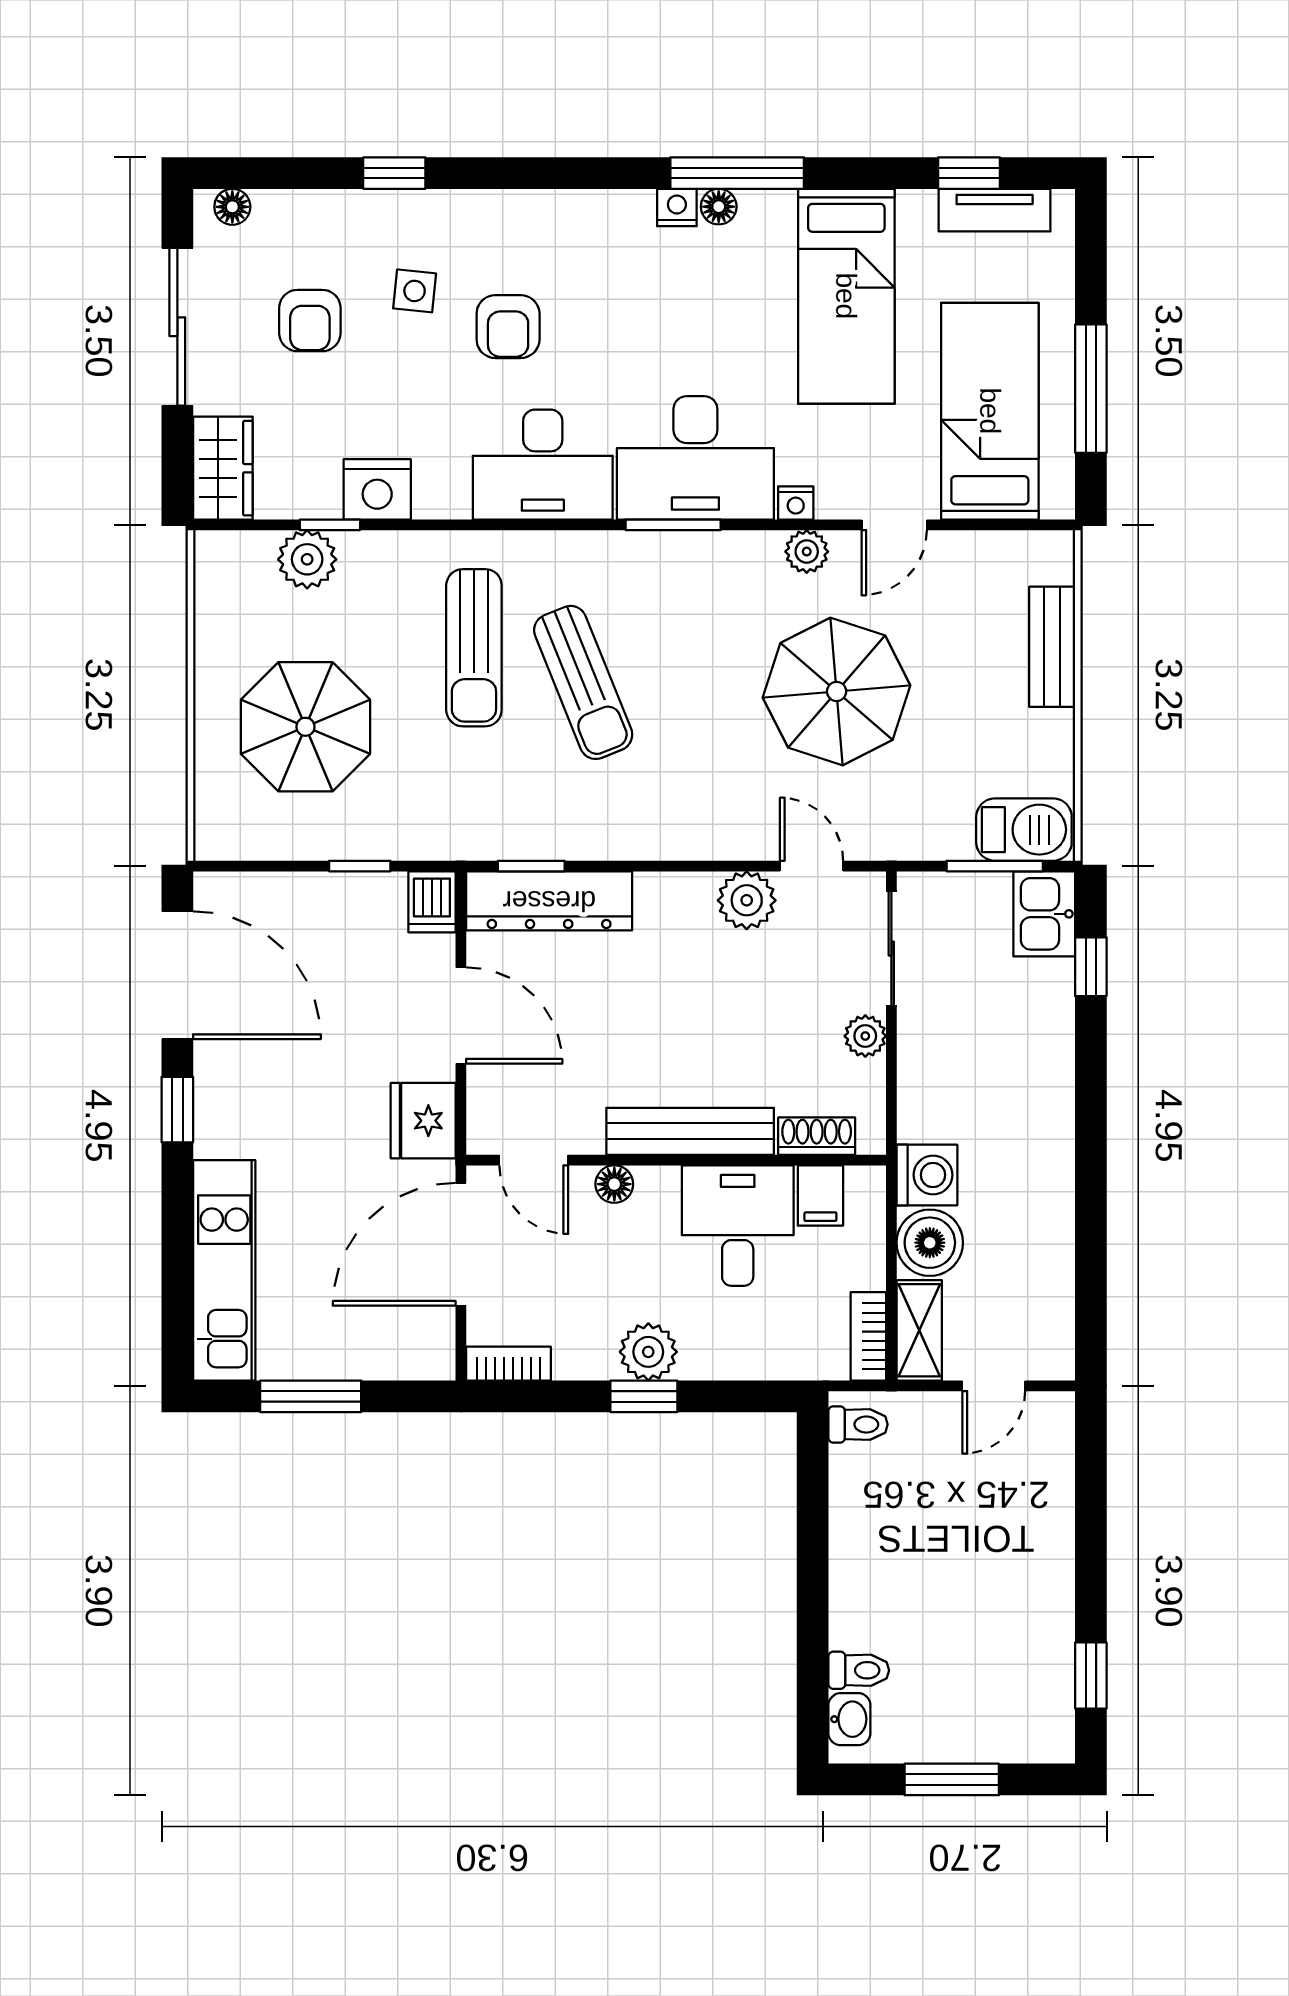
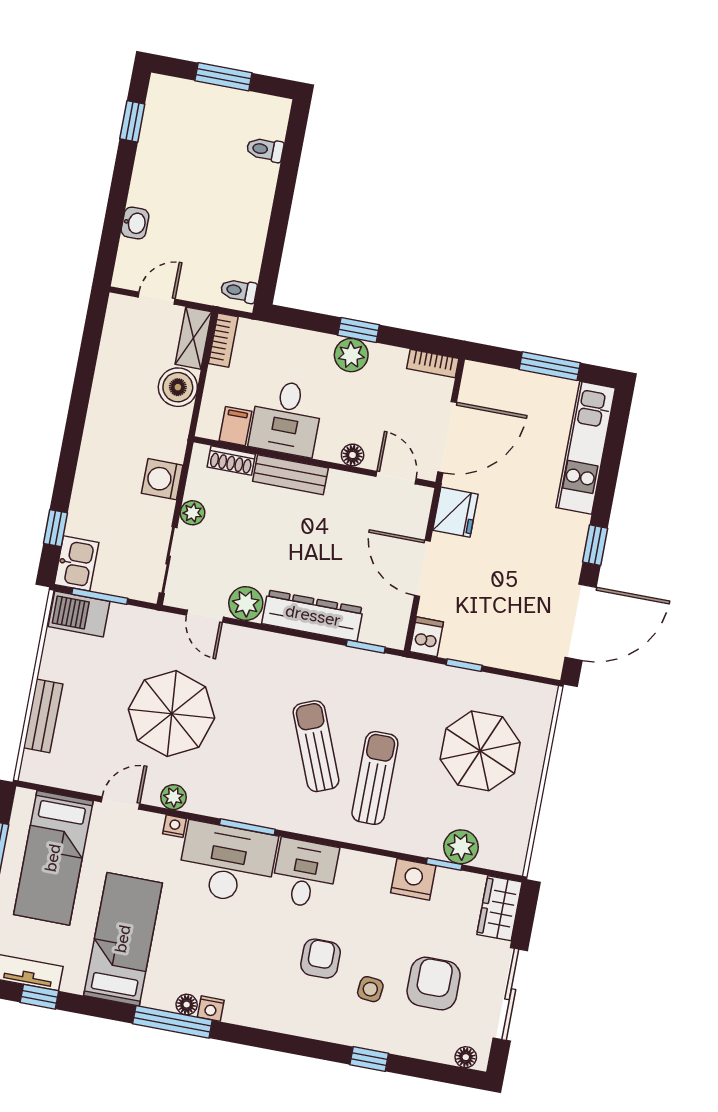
armchair: (310, 321) -> (434, 984), width x1.38, depth x1.38
desk: (543, 465) -> (305, 874), width x0.73
dresser: (549, 901) -> (313, 616), moved
door: (177, 975) -> (581, 622), swing flipped
bench: (690, 1131) -> (290, 475), width x0.73
washing machine: (927, 1175) -> (162, 479), moved
washbasin: (849, 1719) -> (135, 223), moved, turned 180

